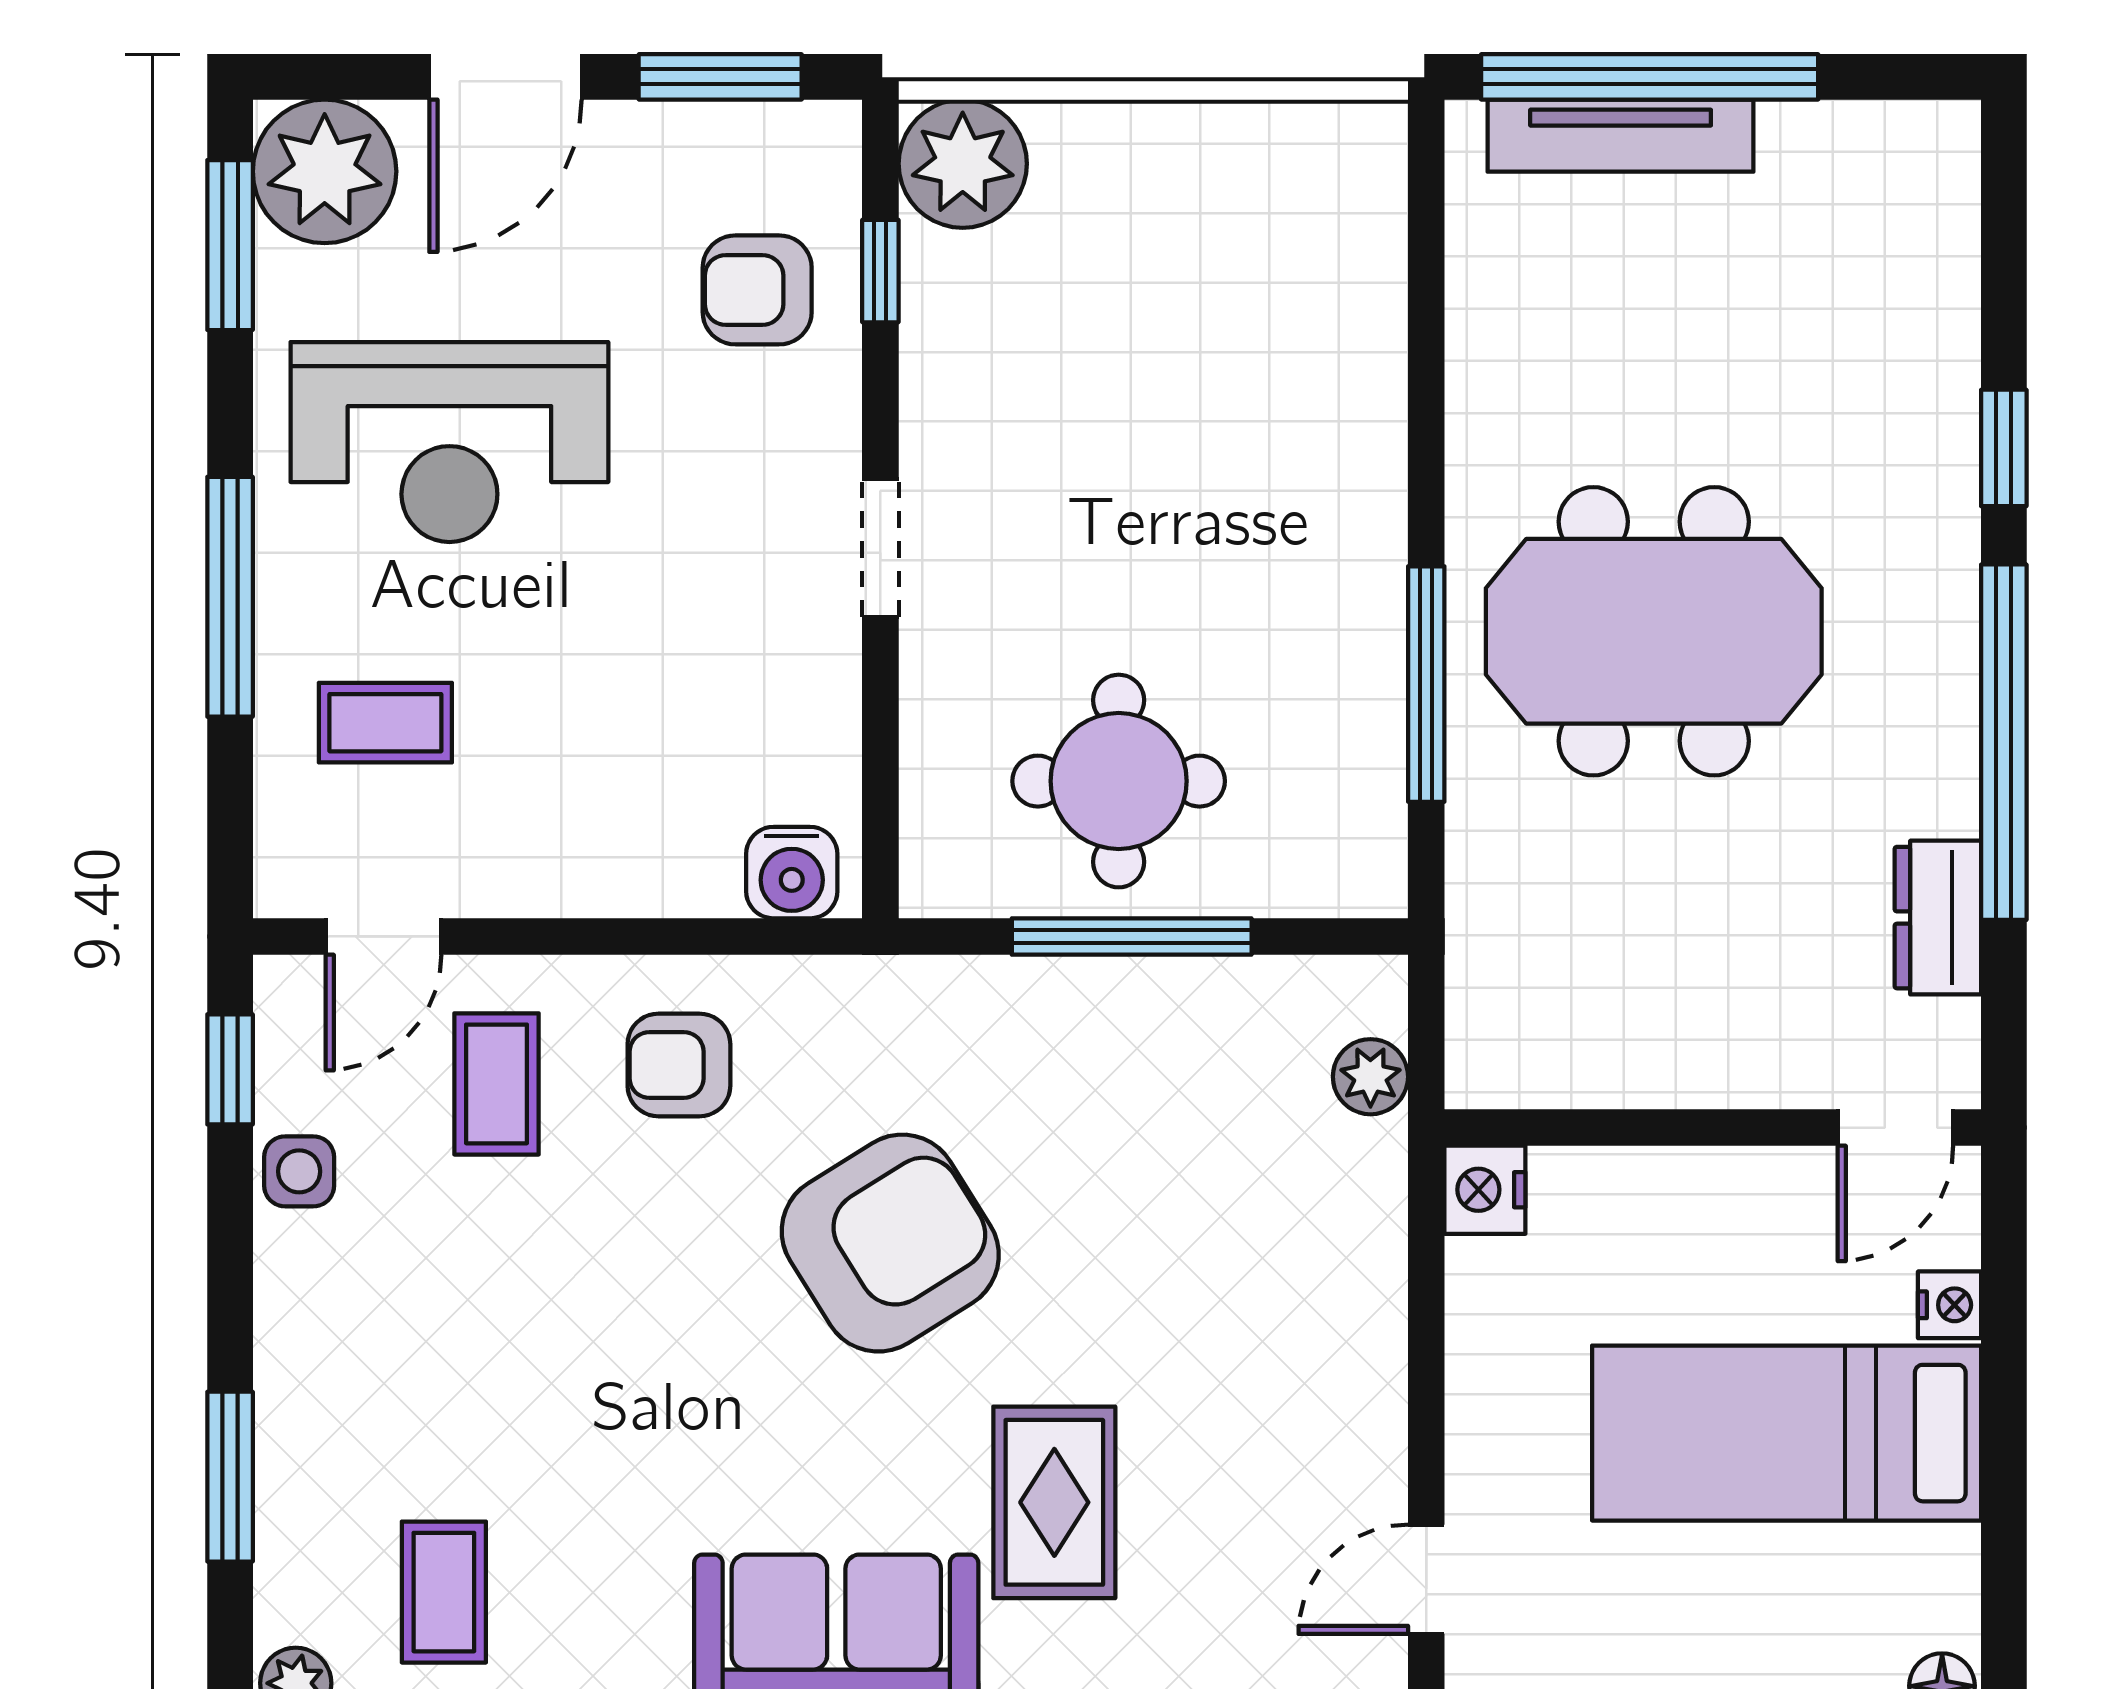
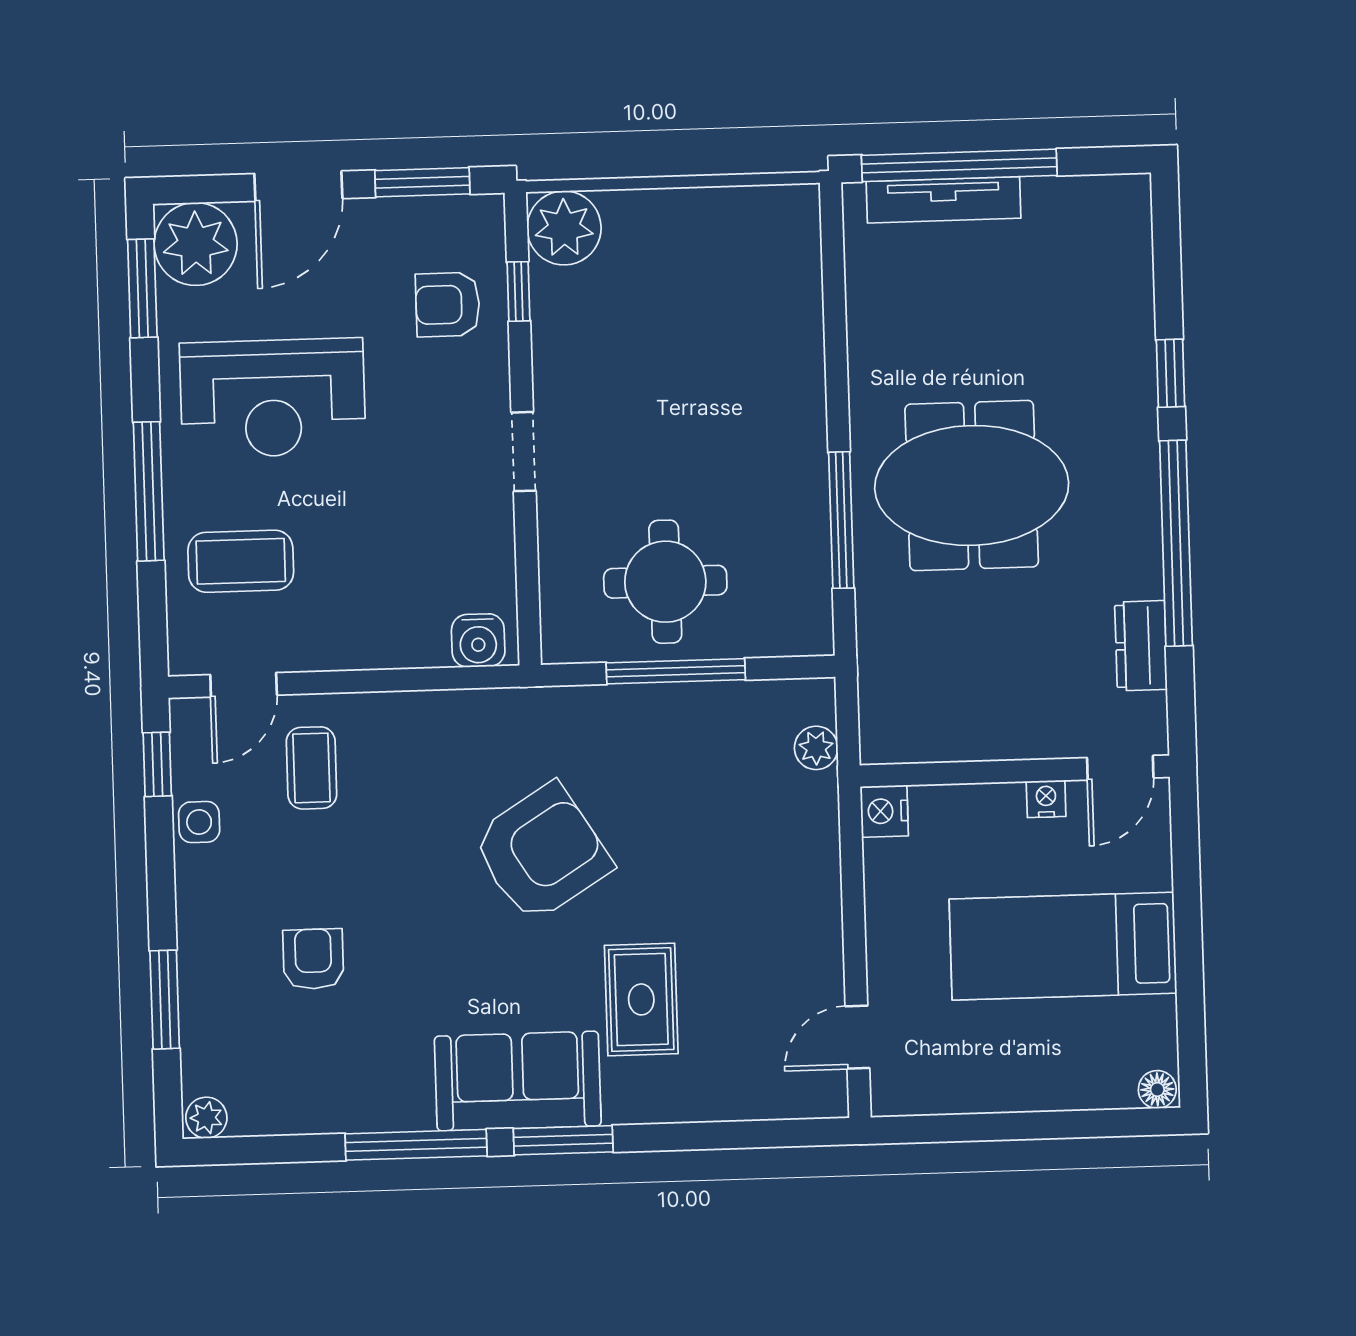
coffee table: (385, 723) -> (241, 561), width x1.36, depth x1.30
armchair: (679, 1065) -> (313, 959), moved, turned 90
nightstand: (1950, 1305) -> (1046, 799), moved, turned -90
coffee table: (444, 1592) -> (290, 1062), removed

